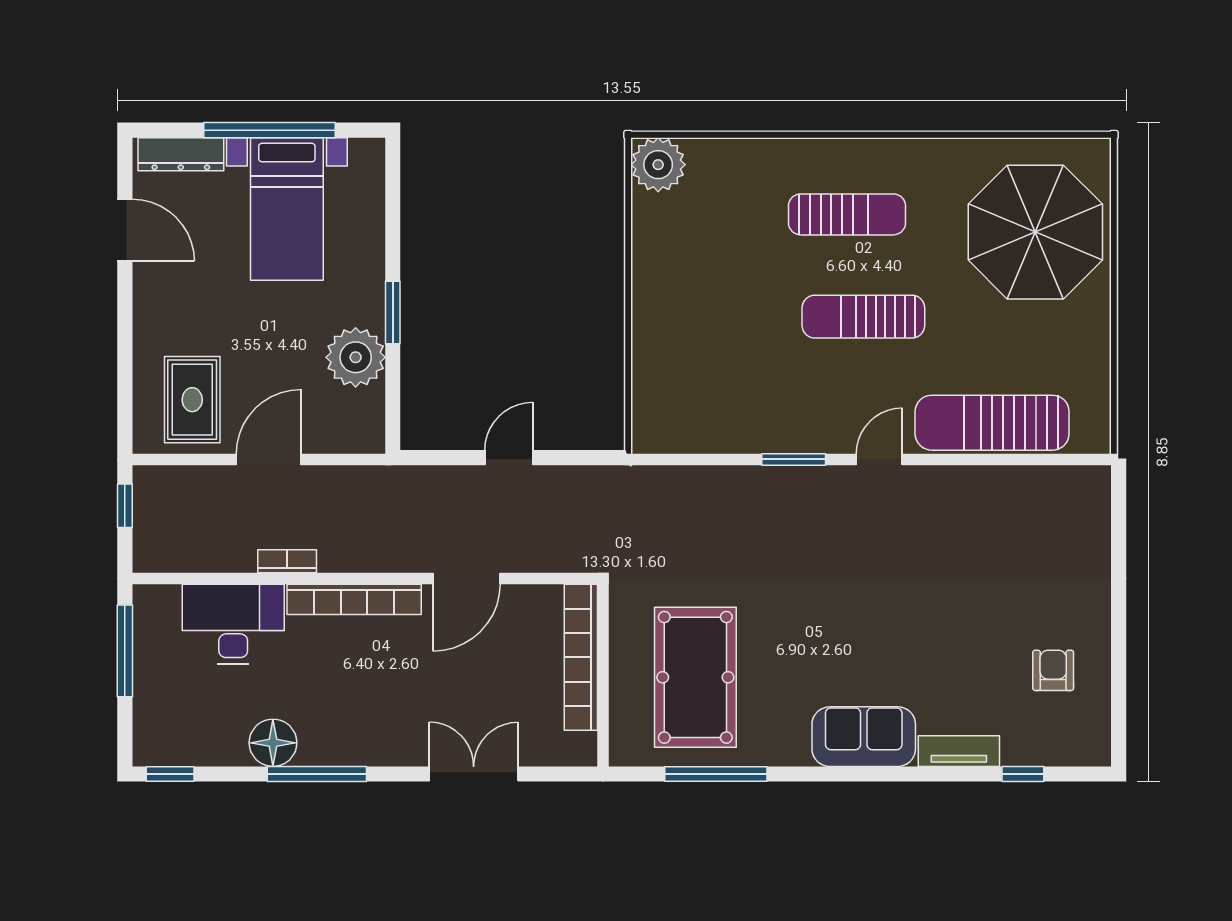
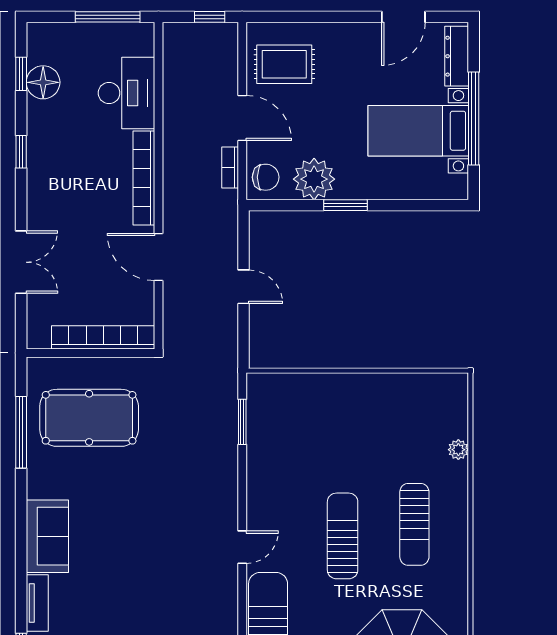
plant: (658, 165) -> (458, 450), moved, width x0.53, depth x0.53
chair: (353, 426) -> (266, 177), added
window: (794, 459) -> (242, 422), moved
door: (879, 459) -> (242, 547), hinge flipped
bookcase: (287, 561) -> (230, 168), moved, turned 180
floor lamp: (273, 743) -> (43, 82), moved
window: (170, 774) -> (21, 74), moved
window: (317, 774) -> (21, 152), width x0.46

